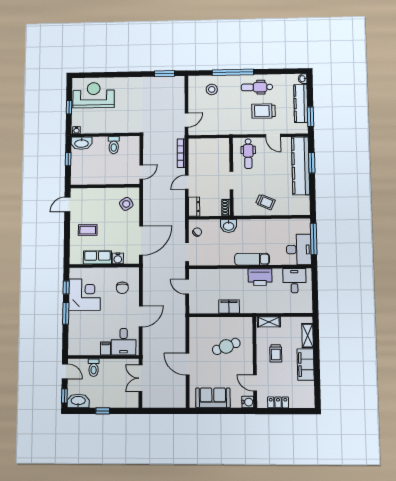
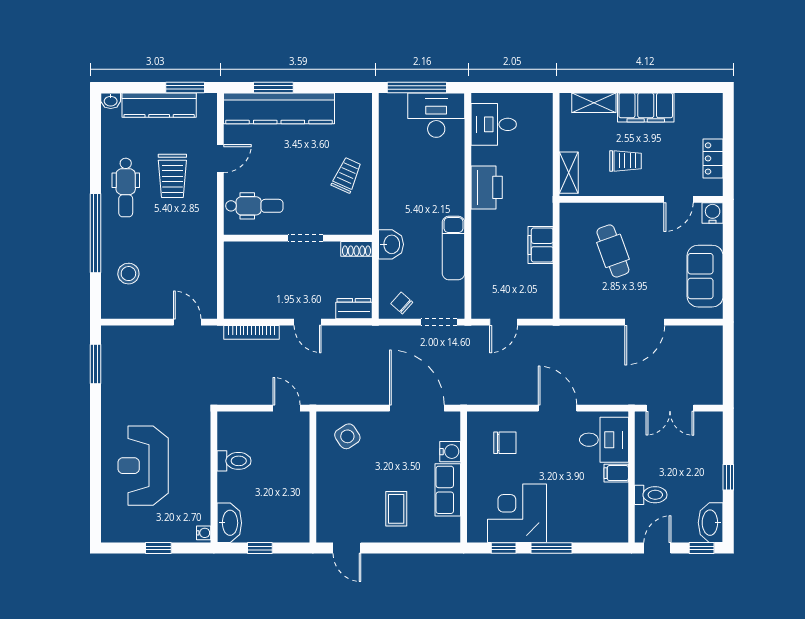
reception desk: (94, 95) -> (143, 466), moved
exam couch: (252, 259) -> (453, 248), moved

